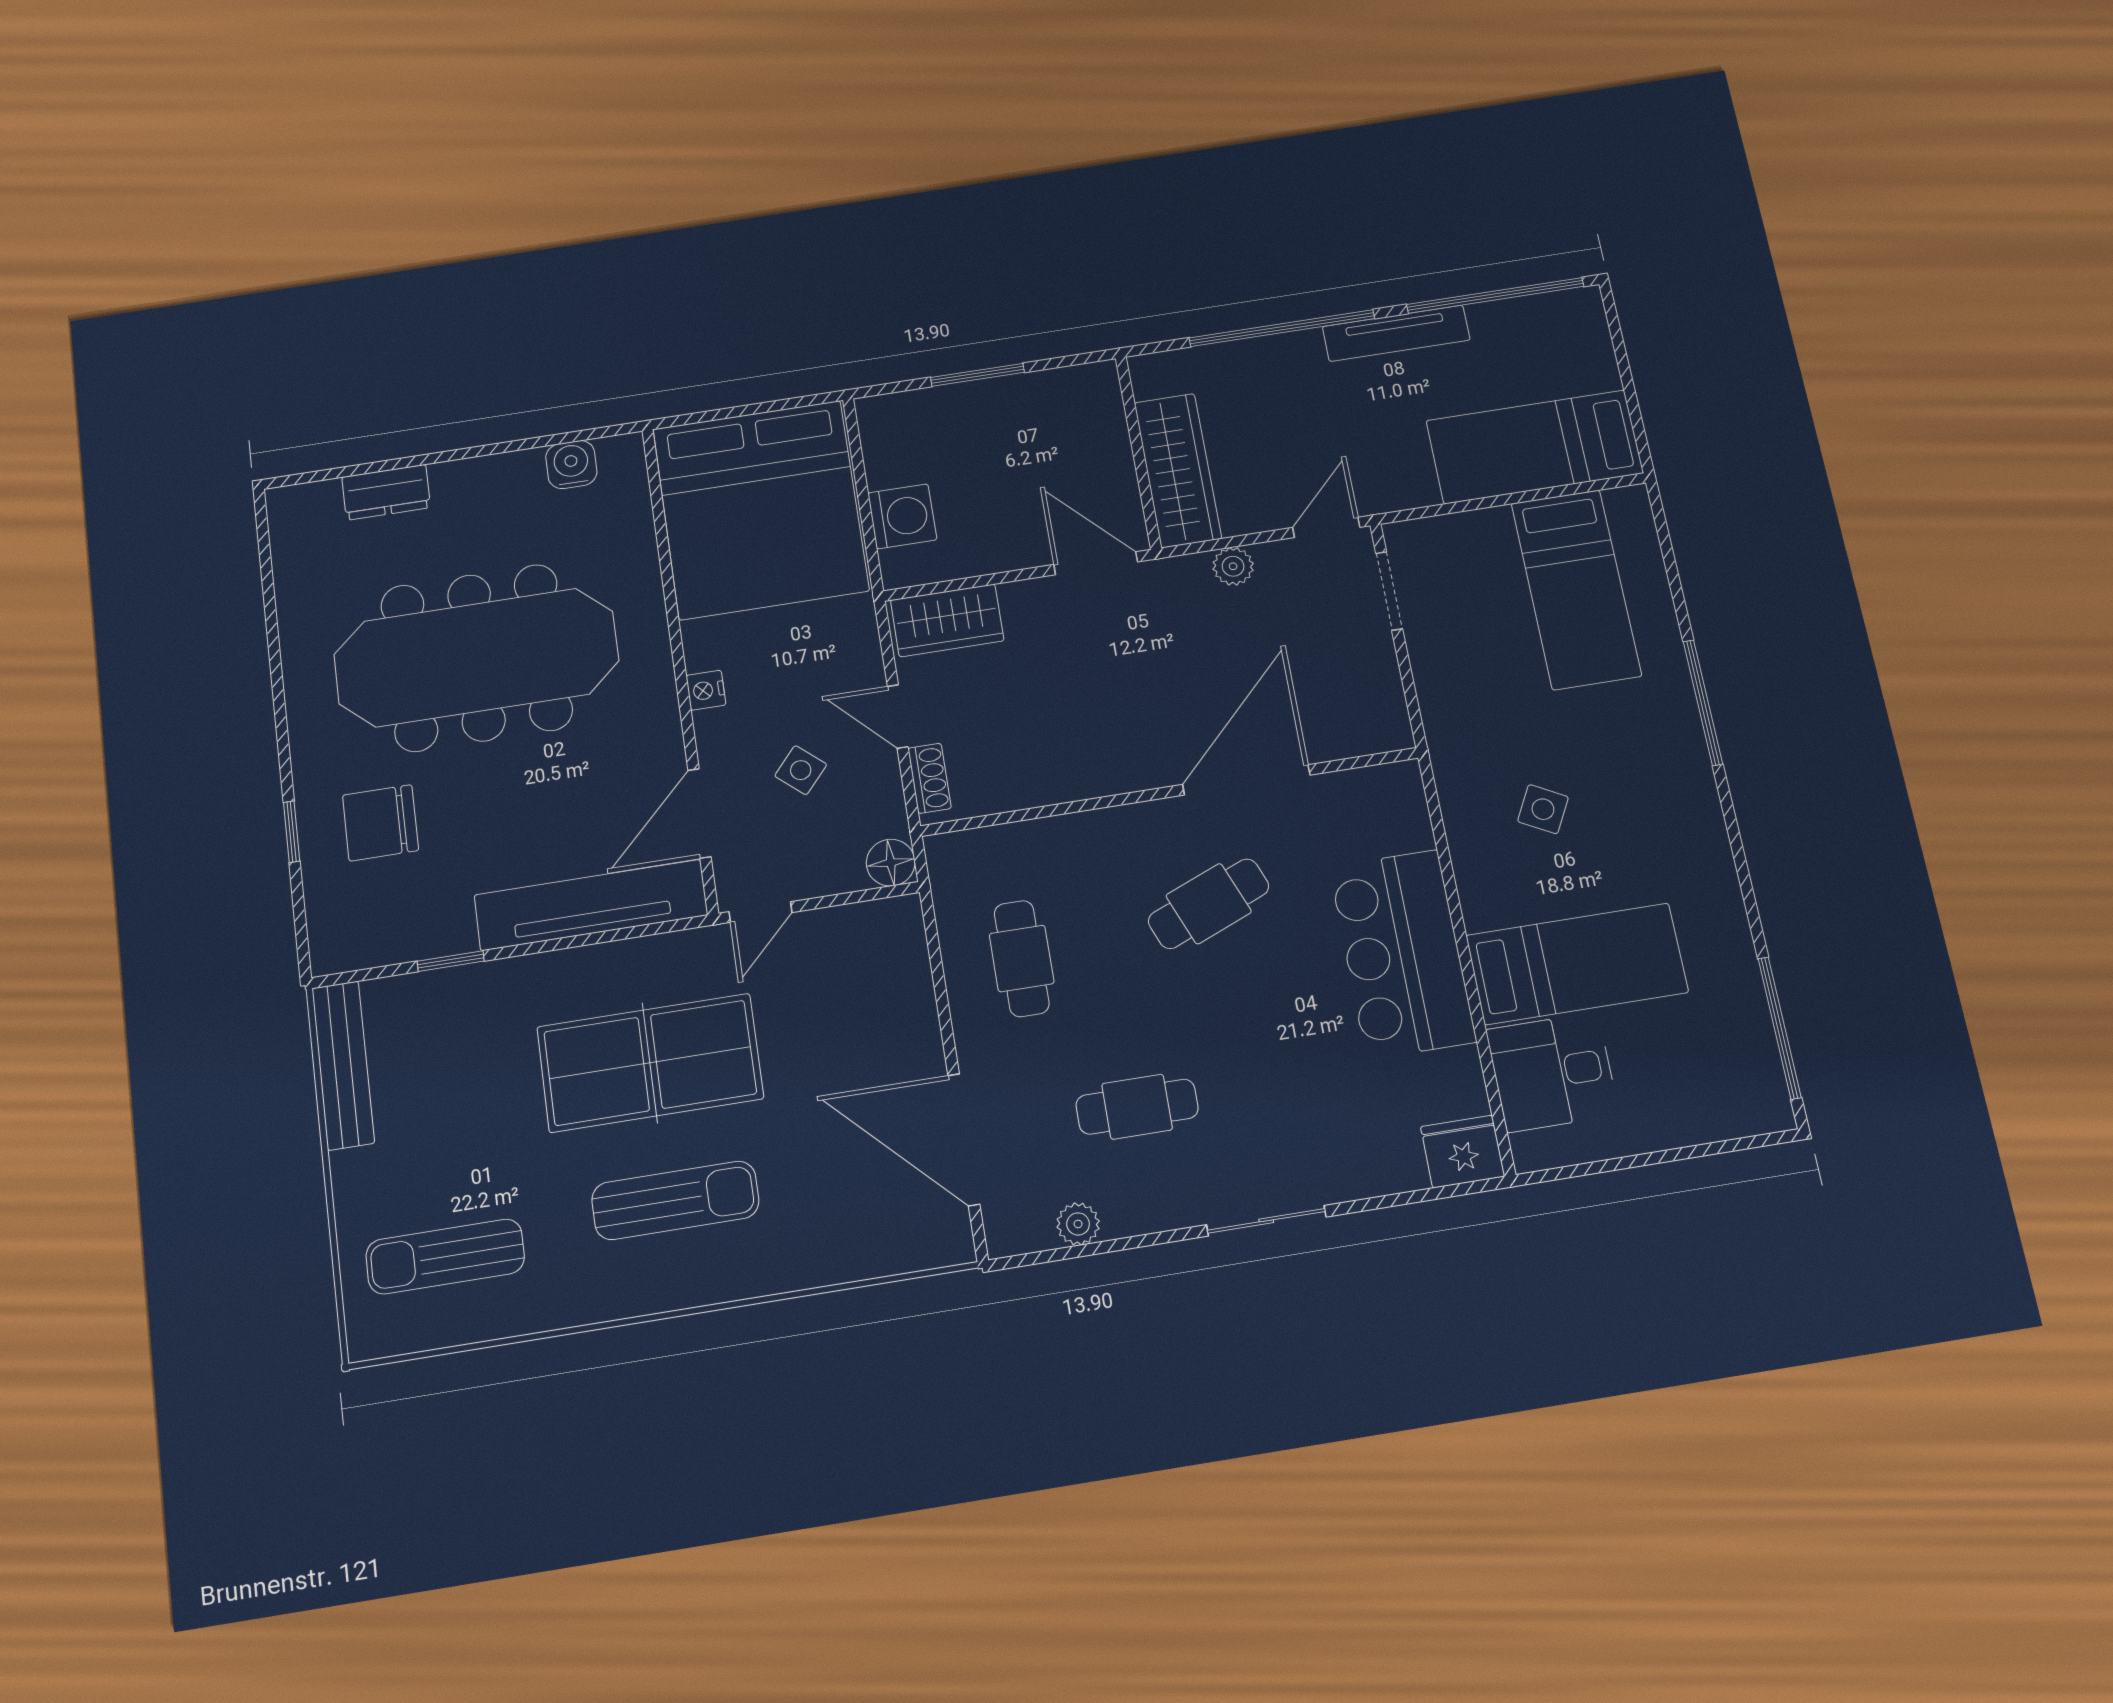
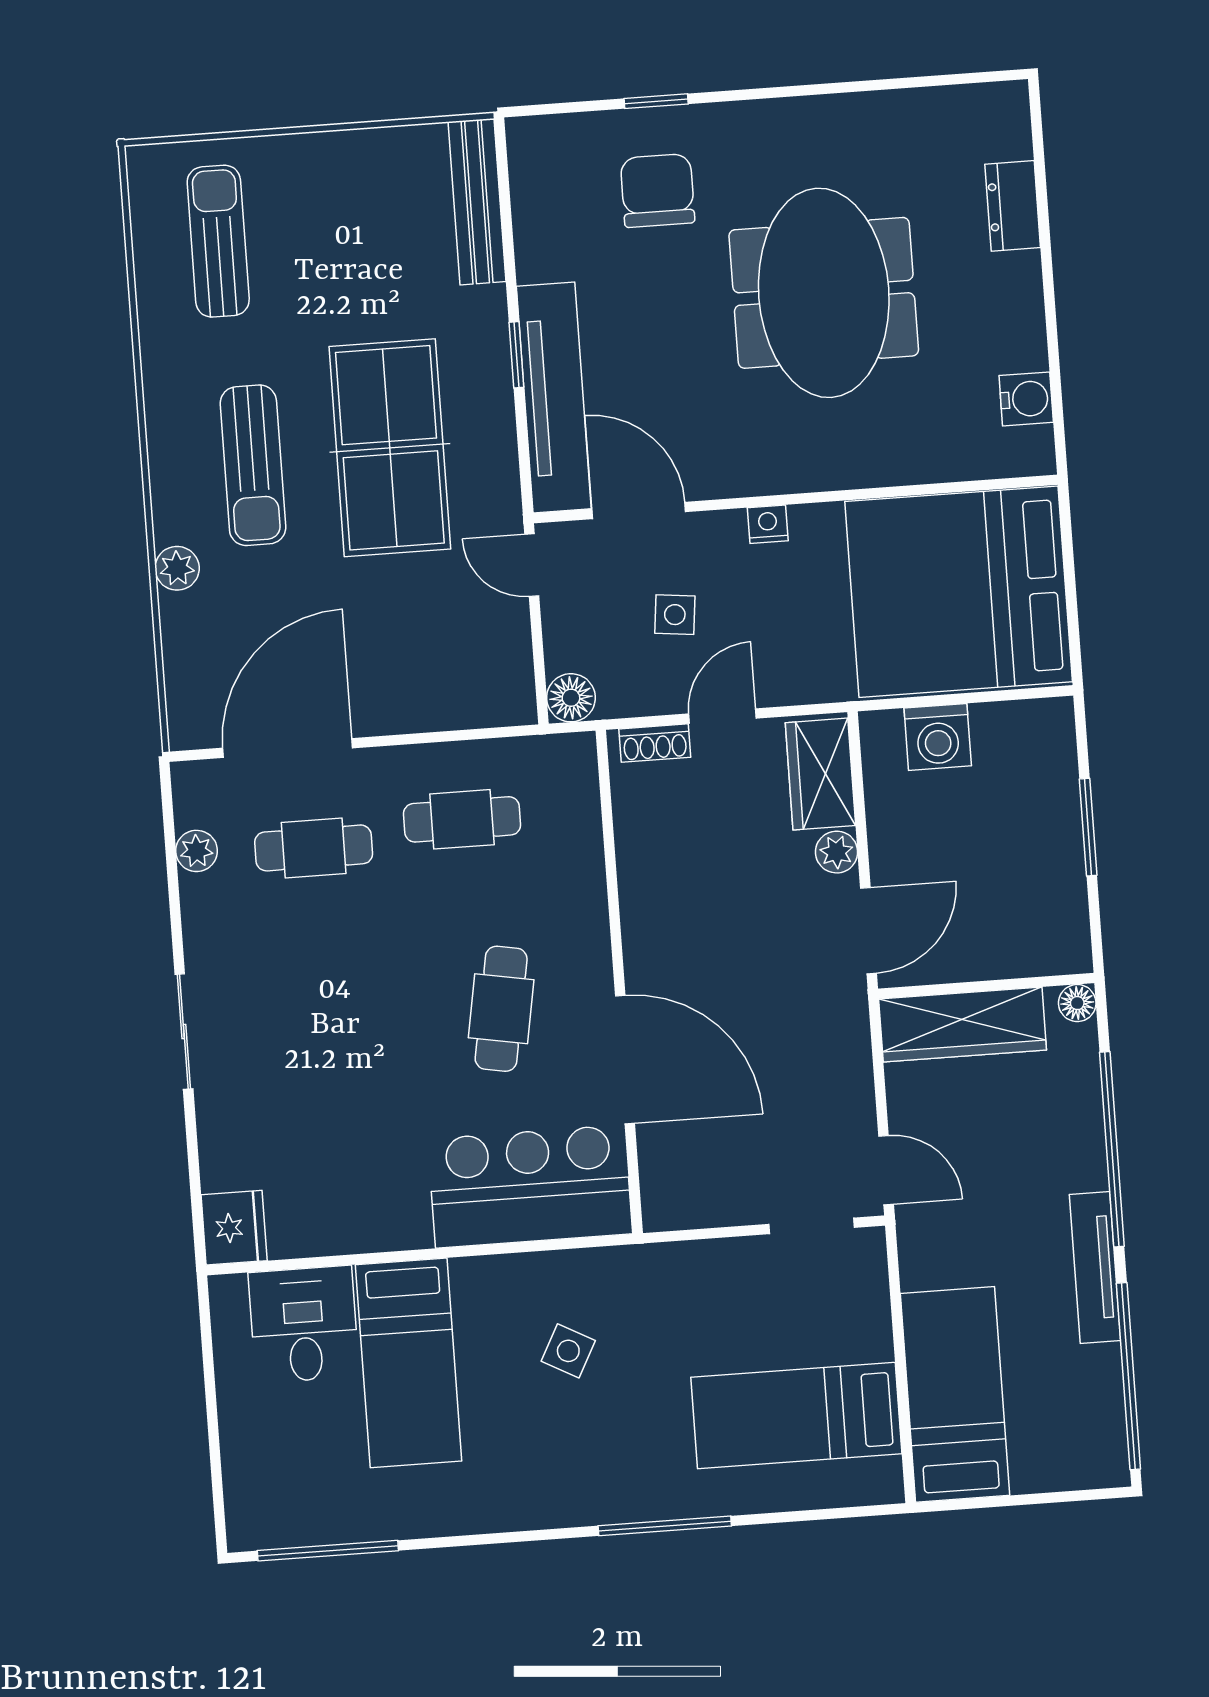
floor lamp: (1146, 370) -> (1077, 1003), added
plant: (1233, 566) -> (837, 852), moved
meeting table: (476, 658) -> (824, 293), width x0.73
side table: (801, 770) -> (675, 615), turned -35
cafe table: (1209, 904) -> (501, 1009), turned 32
bar counter: (1402, 954) -> (530, 1186), moved
window: (451, 961) -> (516, 355), moved
bench: (343, 1065) -> (477, 202), moved, turned 90
cafe table: (1137, 1107) -> (314, 848), moved, turned 90
plant: (787, 1270) -> (177, 568), added

